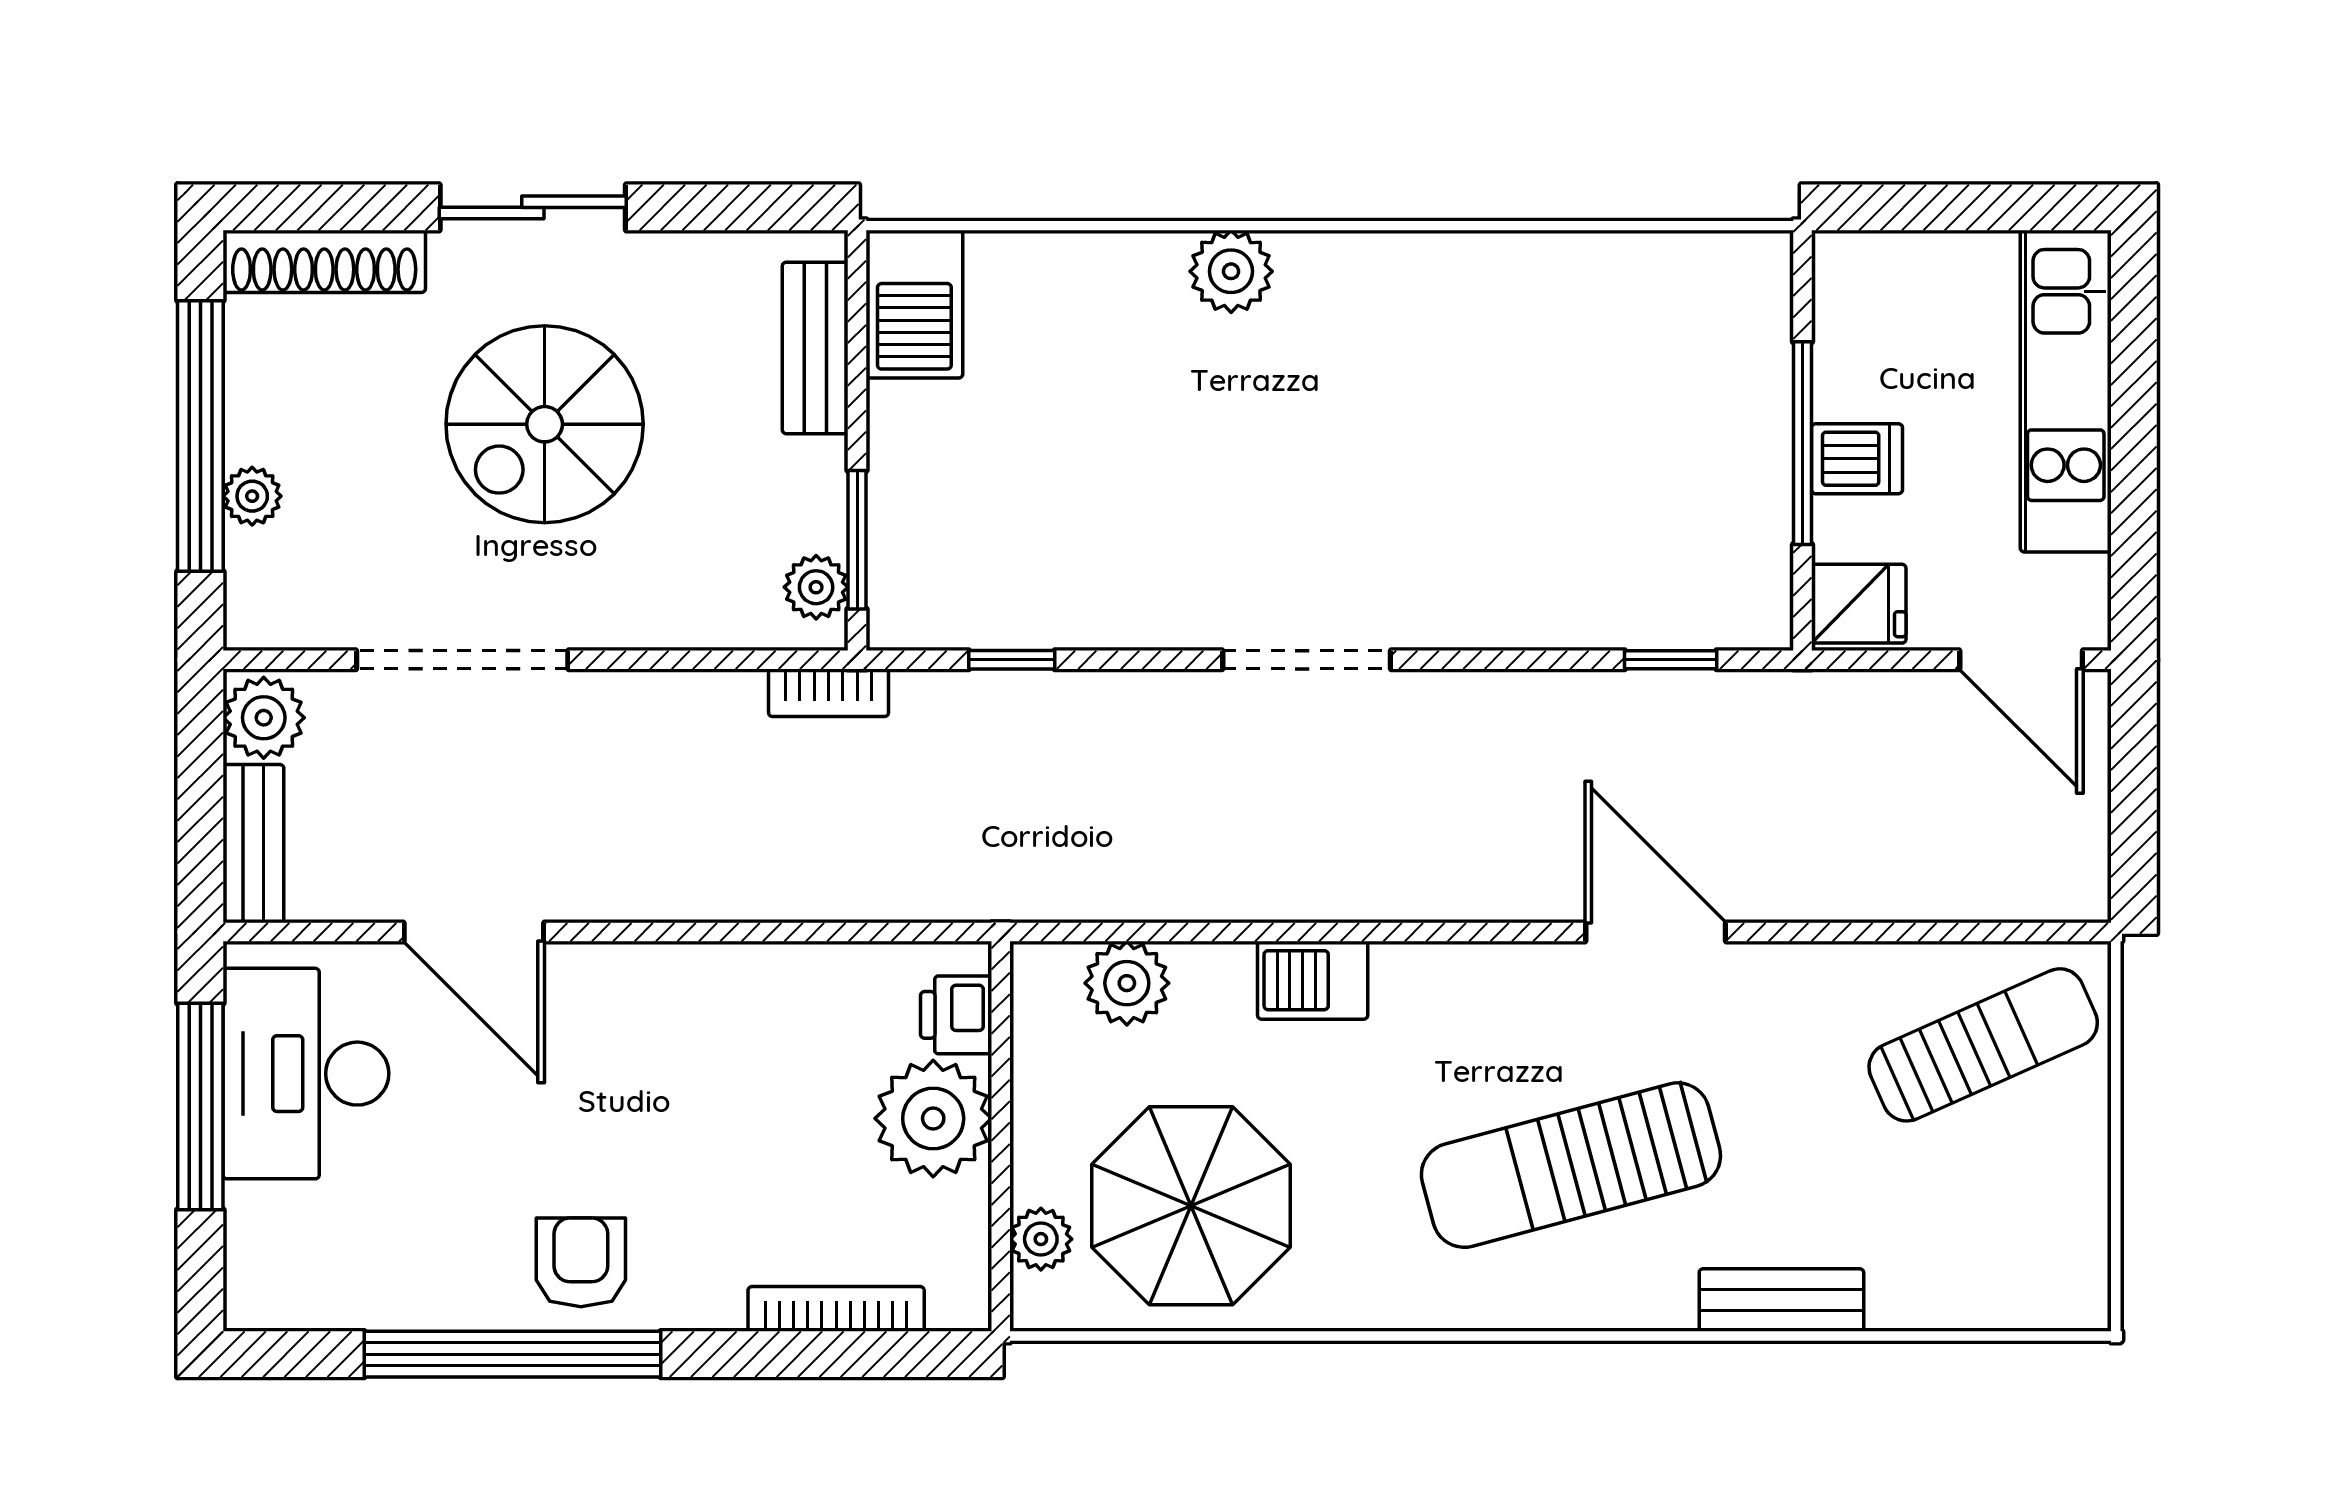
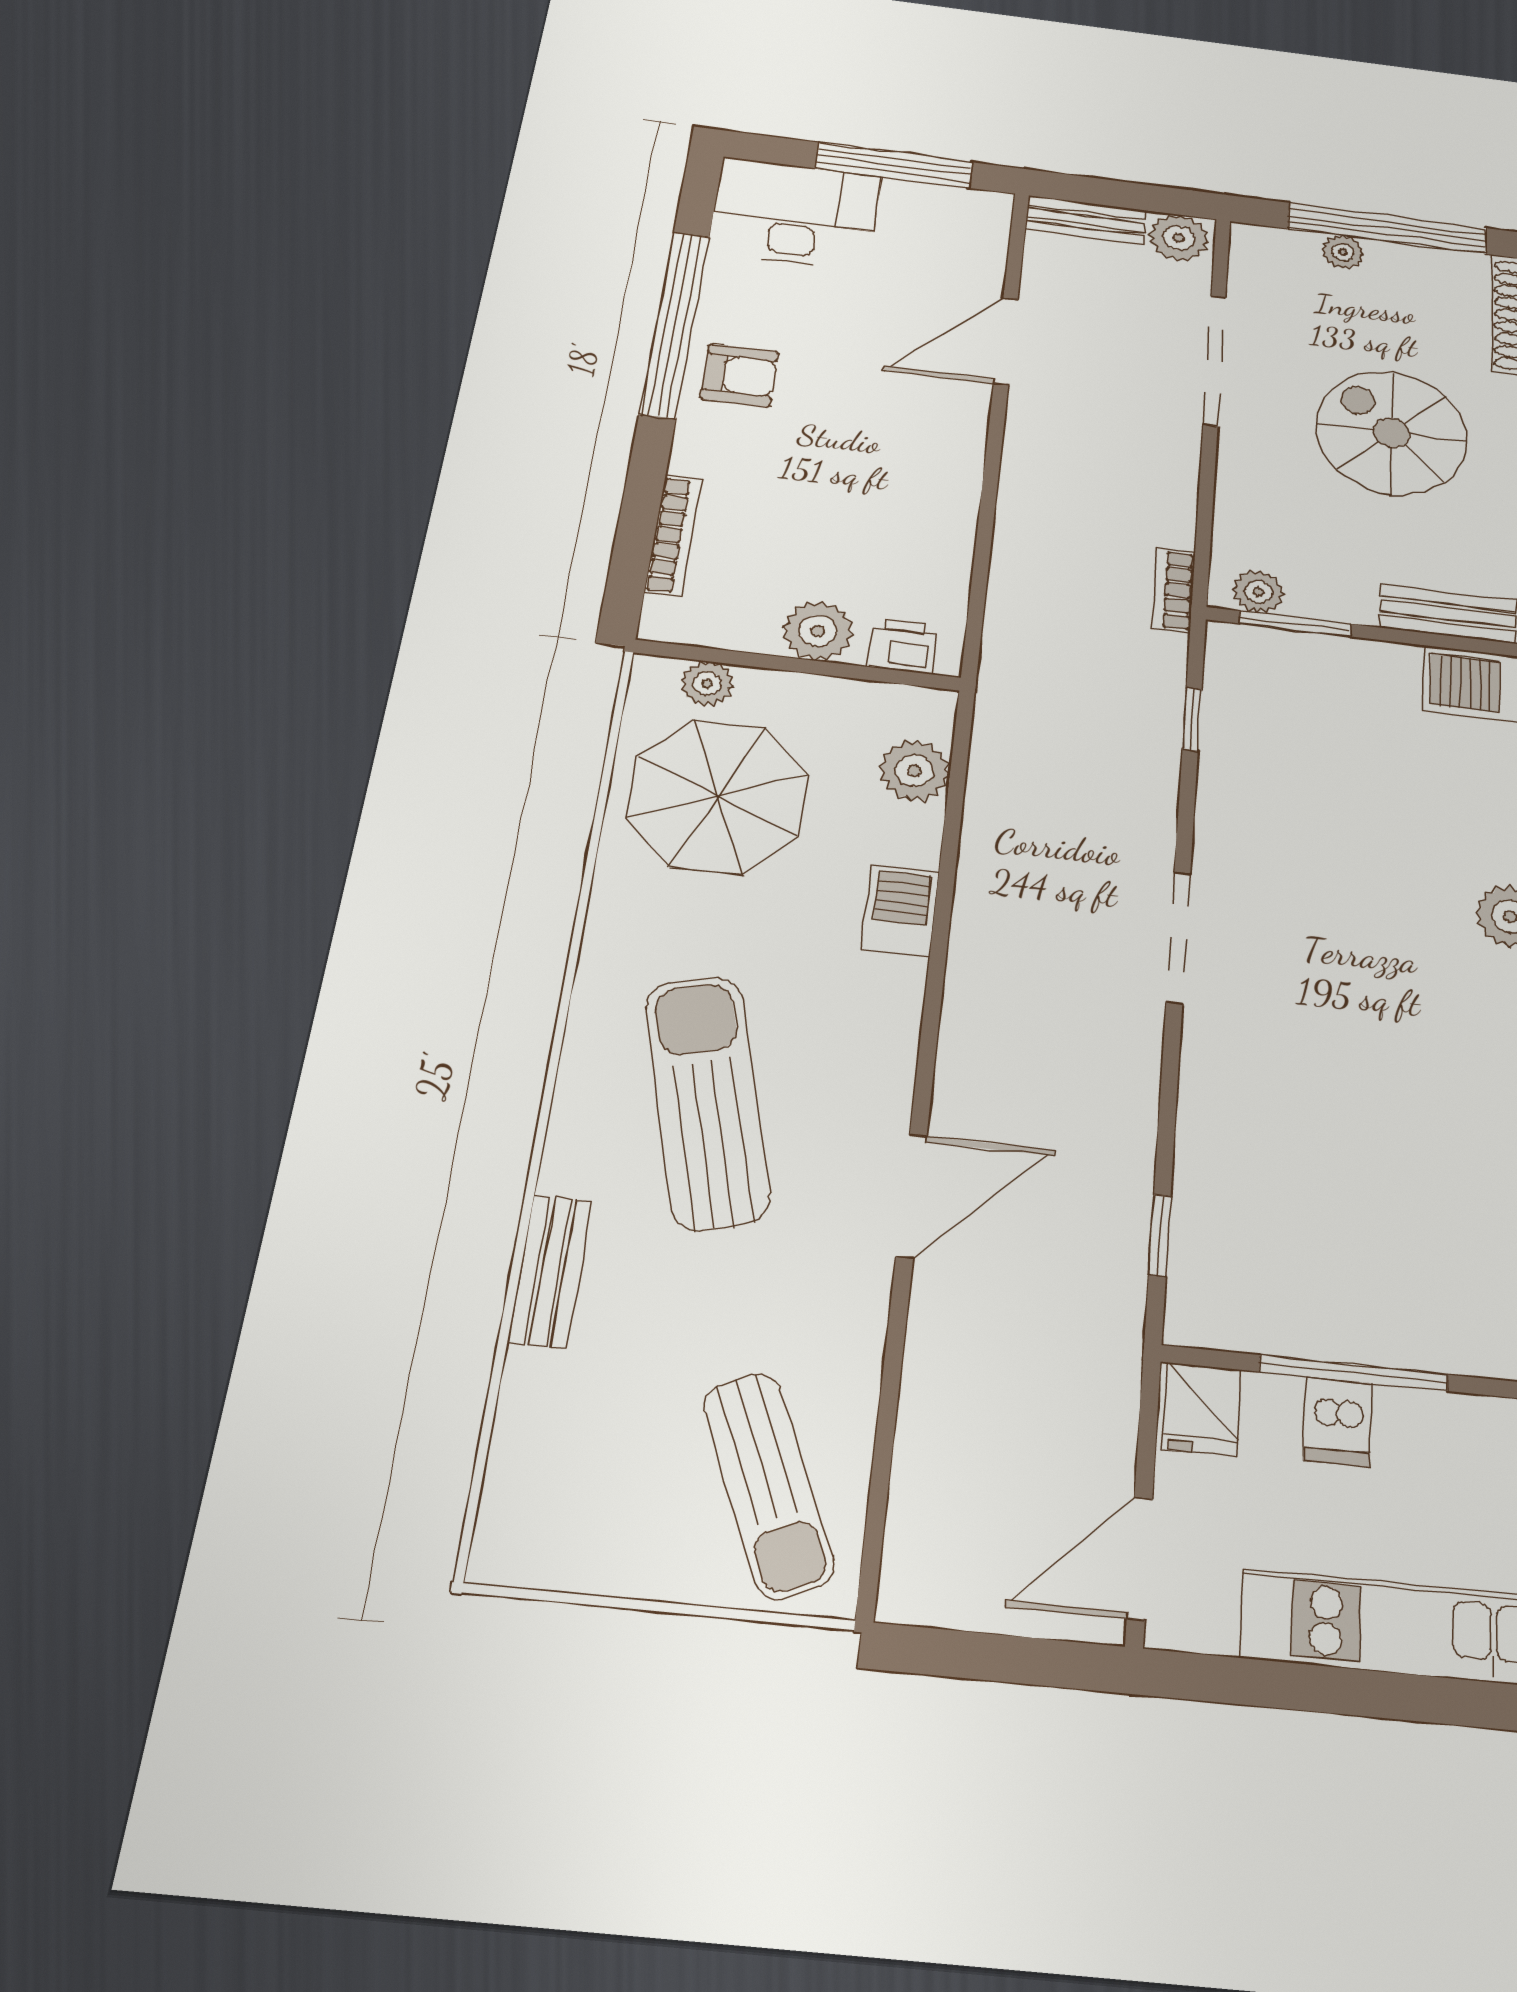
desk: (306, 1074) -> (795, 214), moved
plant: (933, 1118) -> (818, 631), width x0.73, depth x0.73

